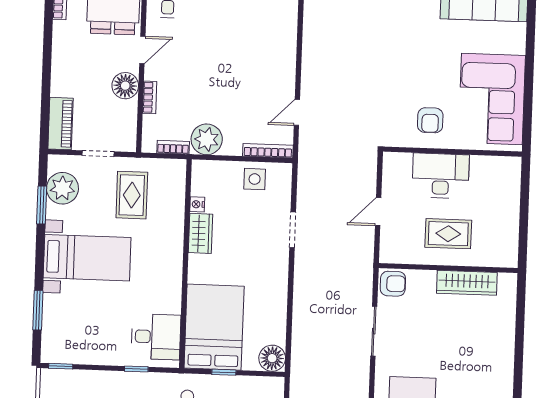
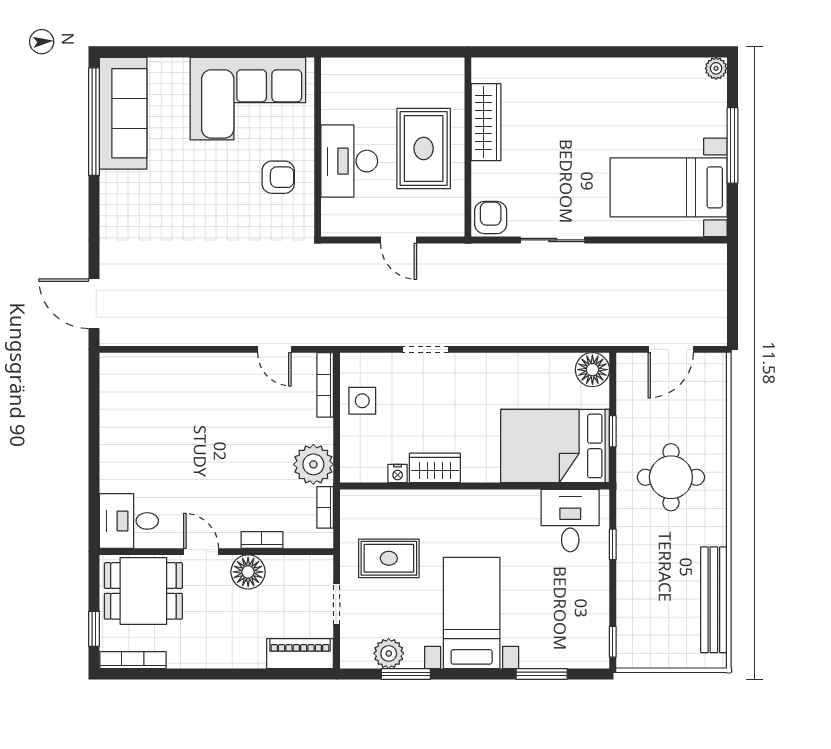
plant: (62, 188) -> (389, 653), width x0.73, depth x0.73
rug: (448, 234) -> (424, 149), width x1.36, depth x1.43

